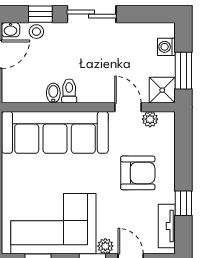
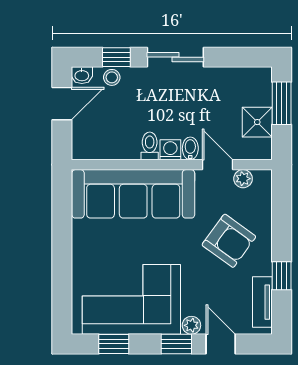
washing machine: (166, 47) -> (170, 150), moved, turned 90
window: (183, 71) -> (282, 103), moved
shower: (162, 90) -> (257, 122), moved
bidet: (53, 93) -> (190, 148), moved
armchair: (138, 173) -> (229, 241), turned 36

